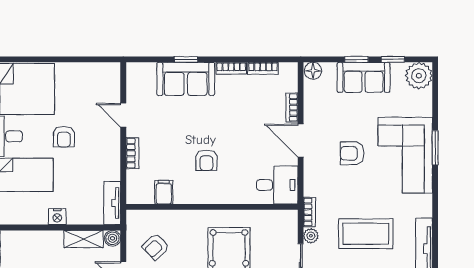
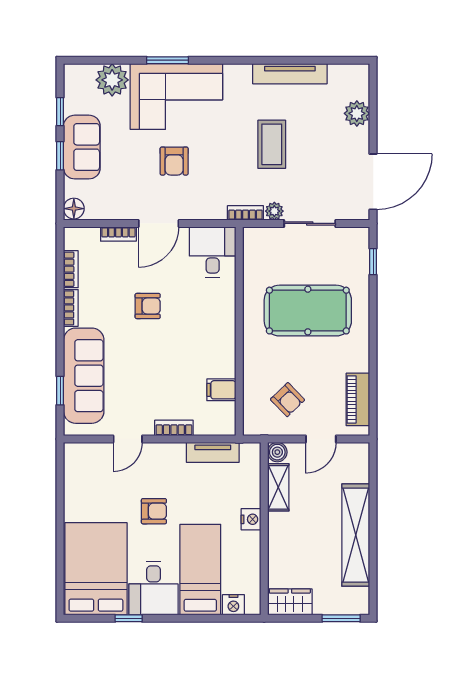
window: (186, 59) -> (60, 391), moved
plant: (419, 76) -> (112, 80), moved
sofa: (186, 79) -> (84, 376), width x1.36
armchair: (206, 160) -> (148, 306), moved
tv unit: (112, 203) -> (213, 452), moved
coffee table: (366, 234) -> (272, 144), width x0.73, depth x0.76

